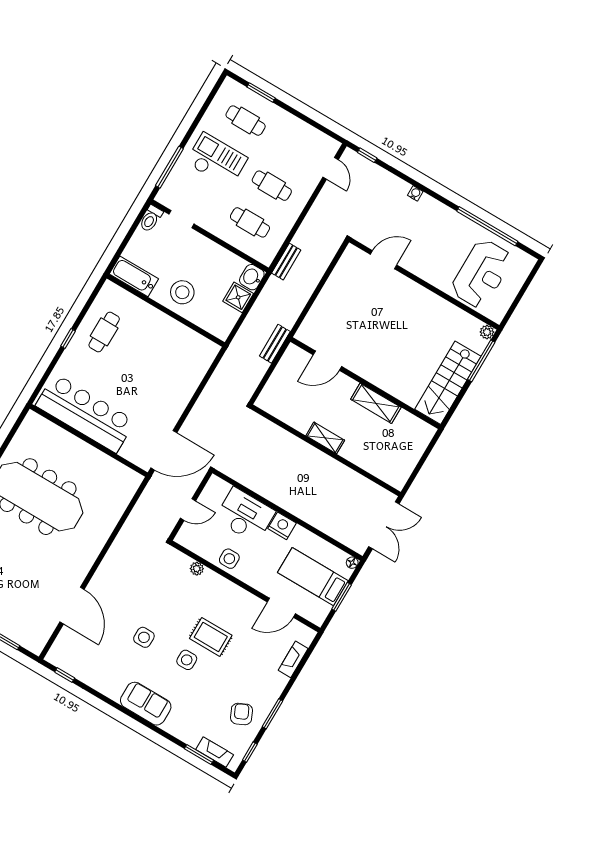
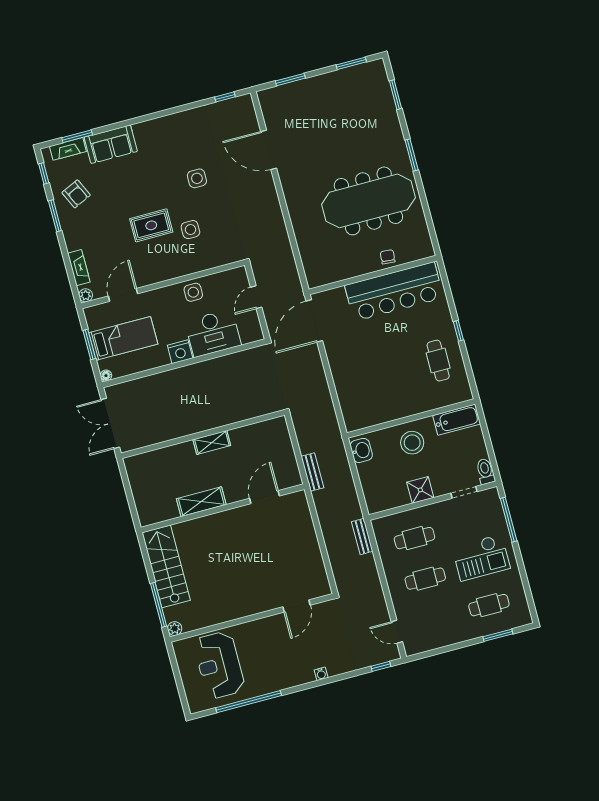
washbasin: (252, 277) -> (361, 450), moved
shower: (238, 297) -> (420, 490), moved
chair: (65, 443) -> (388, 257), added
plant: (197, 569) -> (86, 295), moved
side table: (187, 660) -> (190, 230), moved
sofa: (146, 704) -> (111, 144), moved

